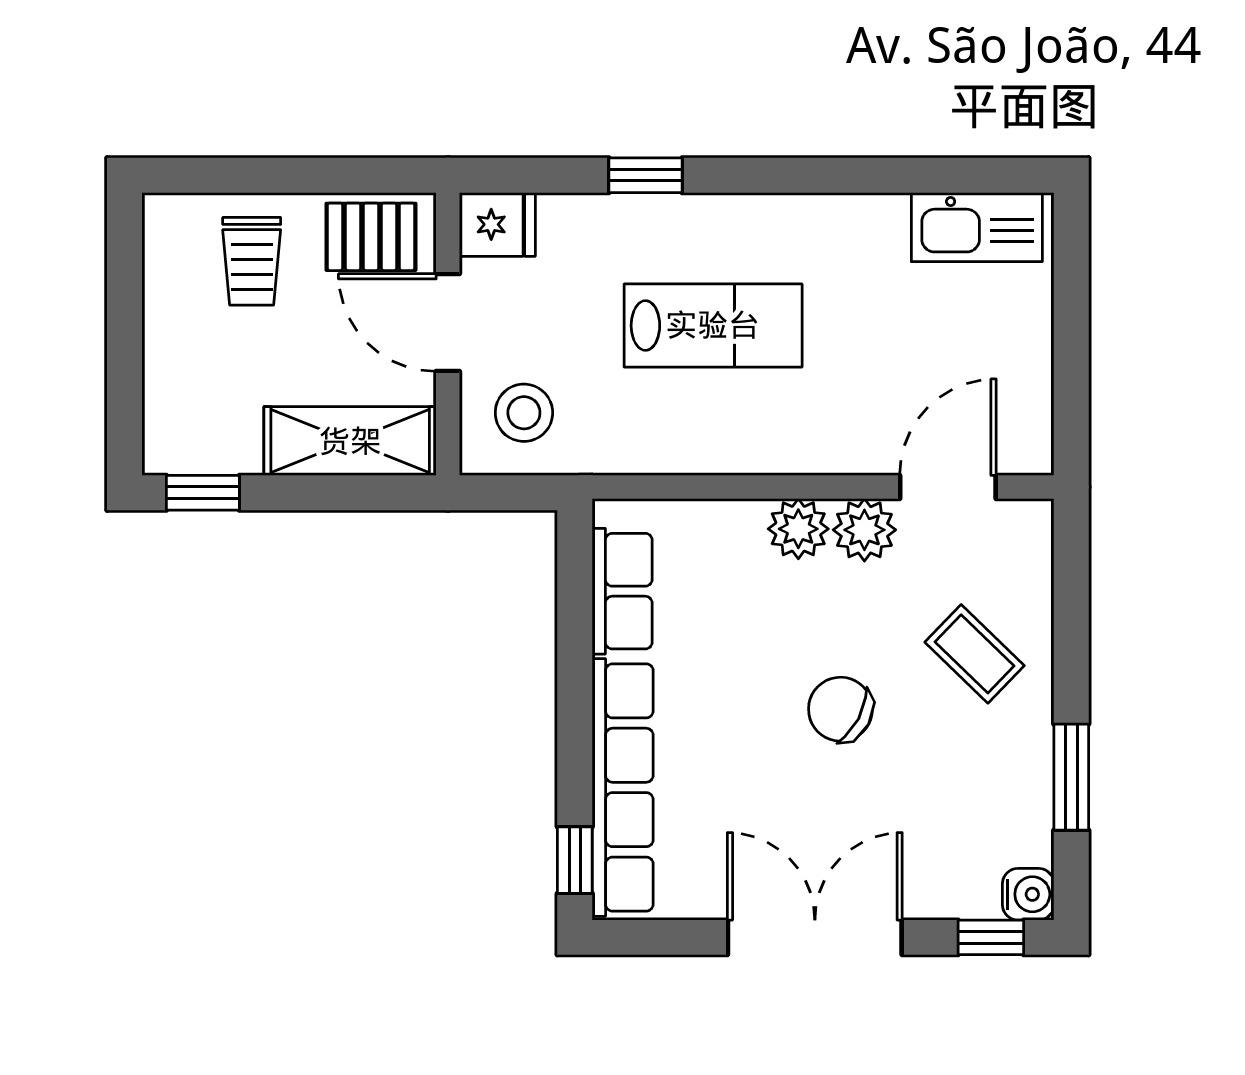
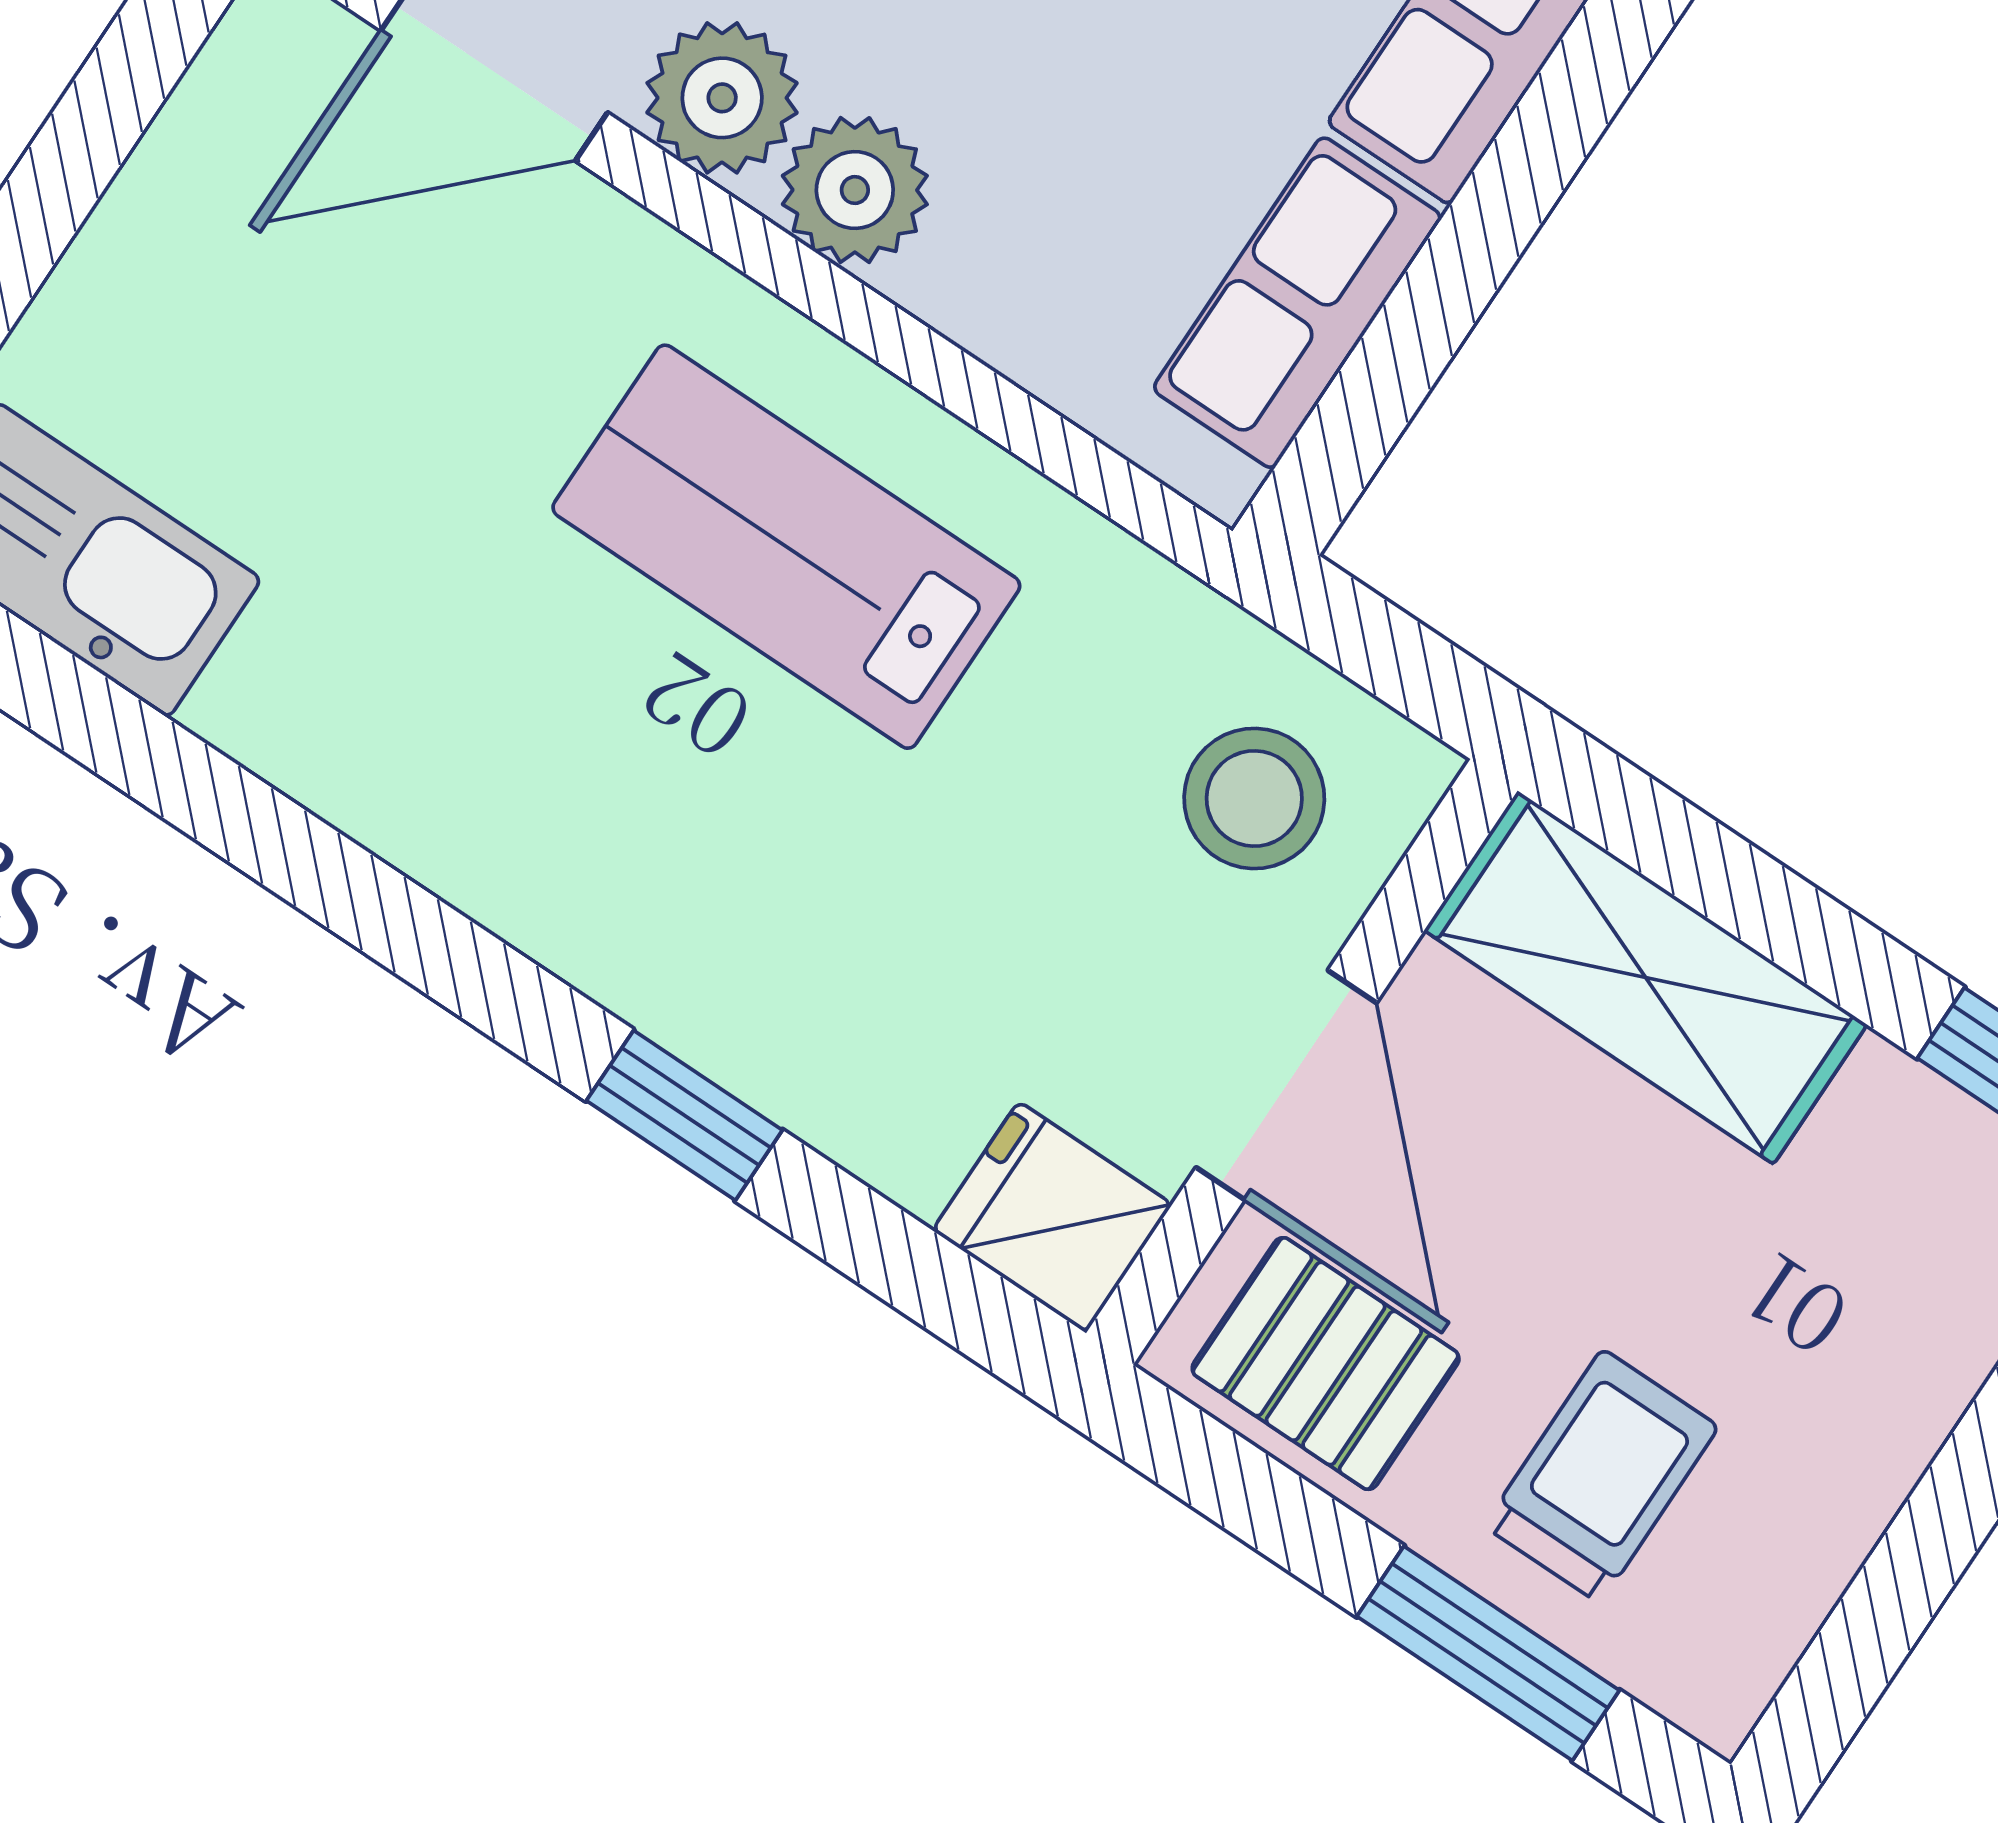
window: (250, 175) -> (1488, 1653), added
lab bench: (713, 325) -> (786, 547), moved

